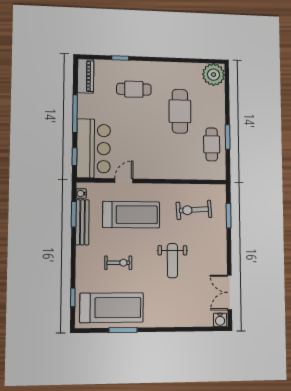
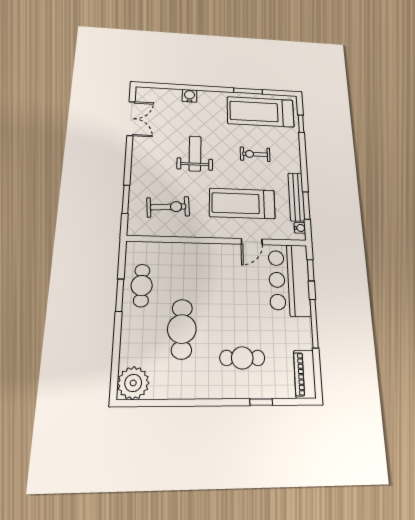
water cooler: (220, 320) -> (190, 96), moved

